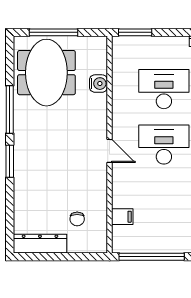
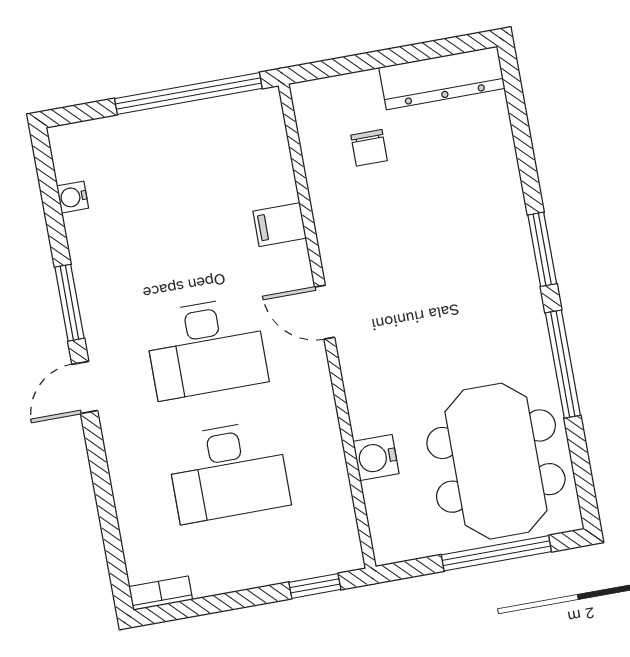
window: (135, 32) -> (315, 586), width x0.67
filing cabinet: (122, 217) -> (280, 225), moved
chair: (77, 219) -> (369, 148), turned 180

